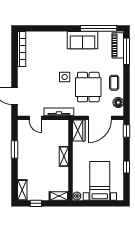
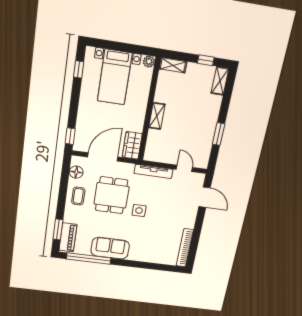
window: (127, 51) -> (58, 229), width x0.69
window: (127, 167) -> (79, 69), moved

